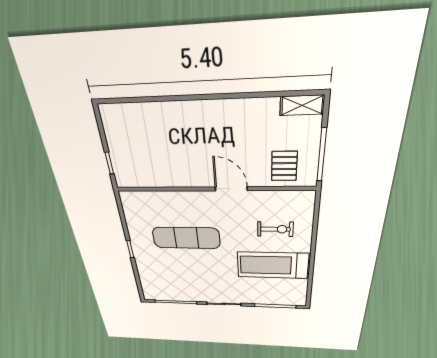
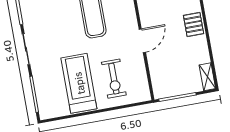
pallet: (284, 166) -> (194, 24), moved, turned 90
exercise bike: (275, 229) -> (114, 79), width x1.38, depth x1.39

